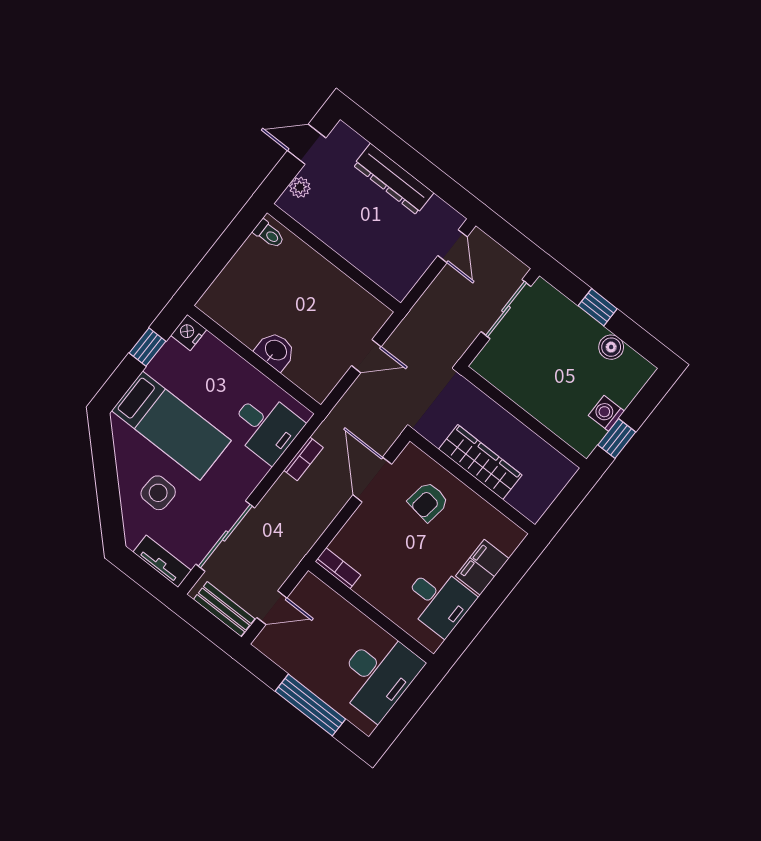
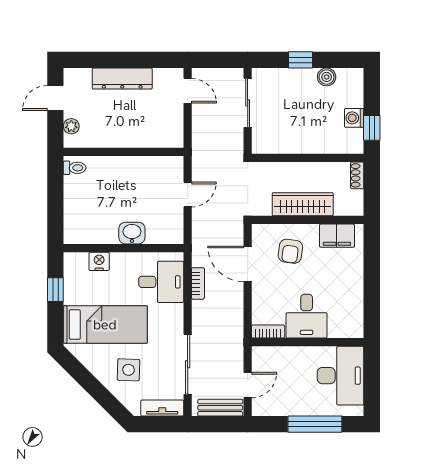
nightstand: (189, 332) -> (99, 261), moved, turned 90
shoe rack: (562, 477) -> (357, 175), added
filing cabinet: (482, 567) -> (337, 236), moved, turned -90
desk: (439, 600) -> (307, 316), moved, turned 90

